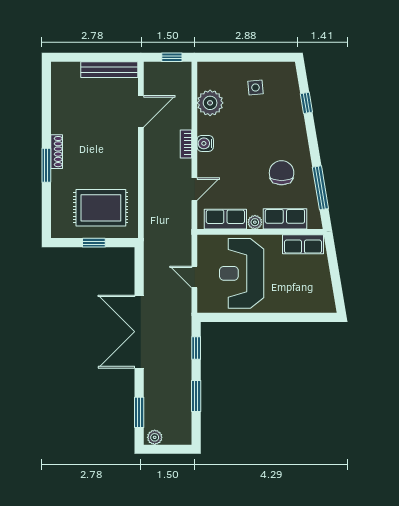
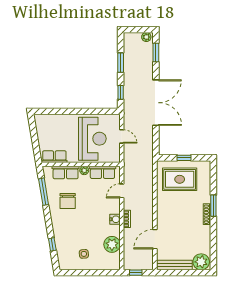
plant: (66, 75) -> (201, 262), added

